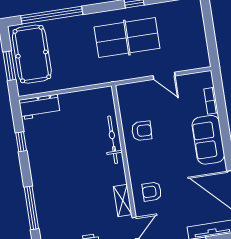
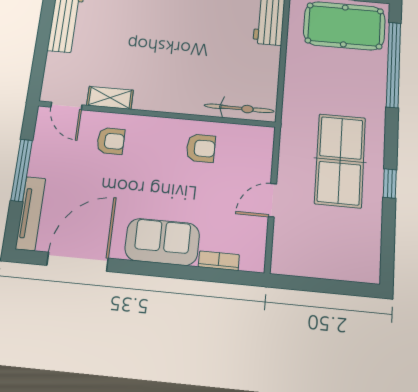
armchair: (142, 131) -> (201, 148), turned -92
bicycle: (113, 140) -> (239, 108), moved
armchair: (152, 191) -> (111, 141), turned 90

